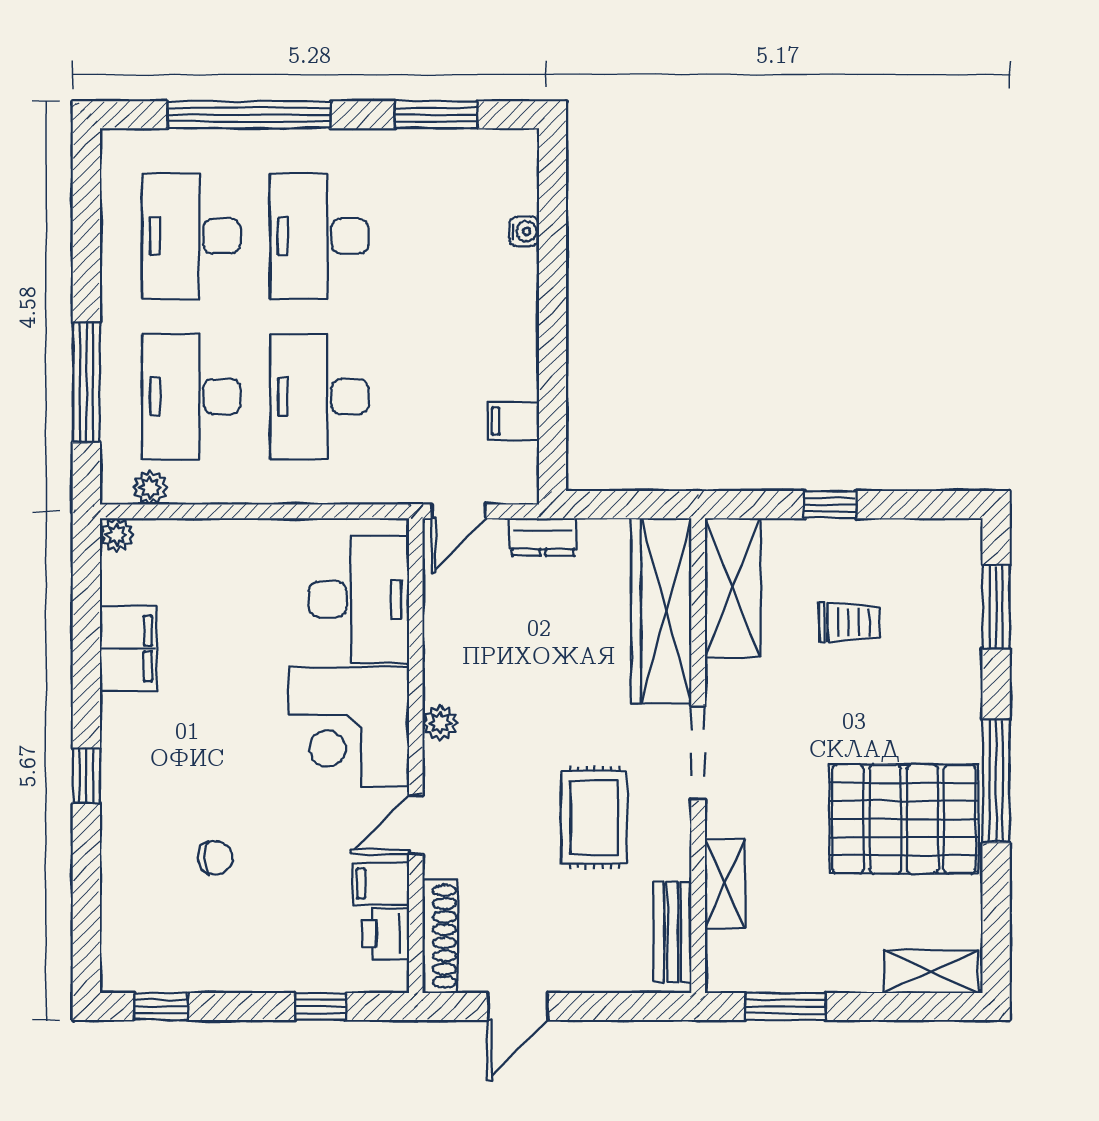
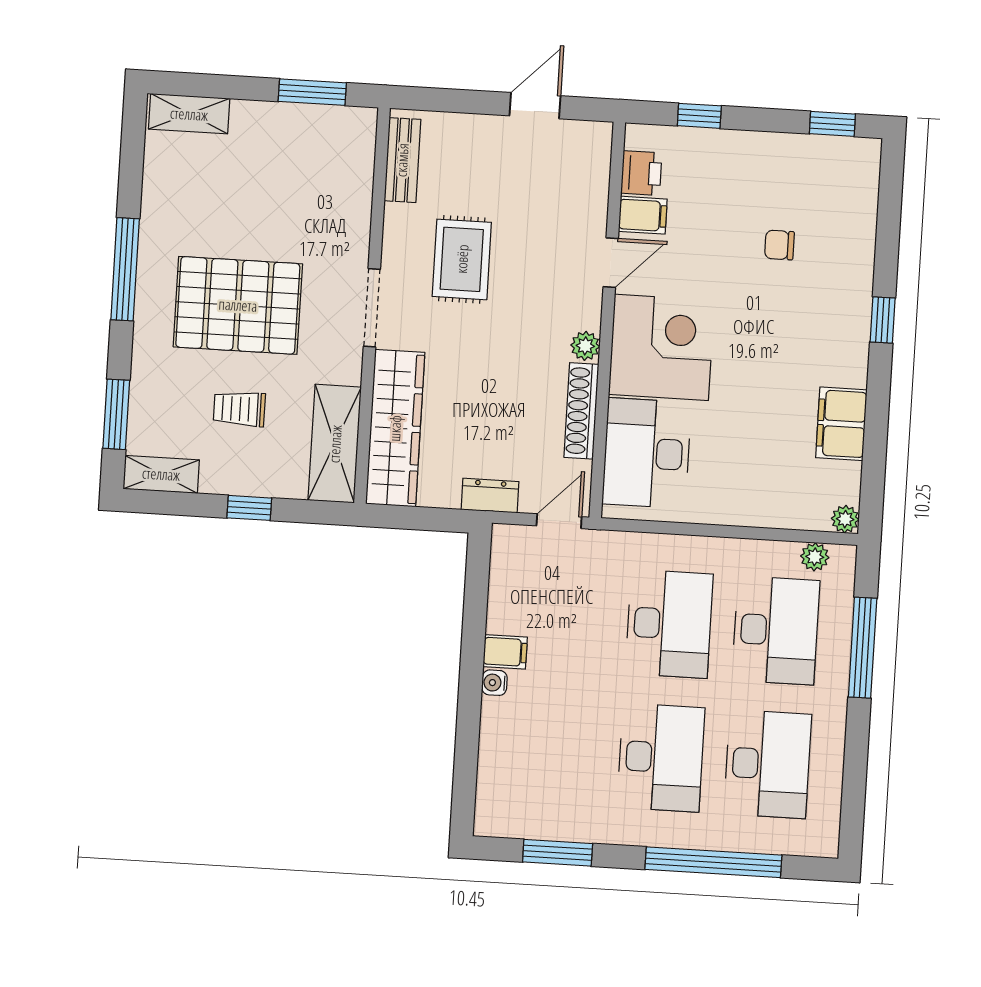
water cooler: (524, 231) -> (494, 683), moved
filing cabinet: (513, 421) -> (505, 652), moved
pallet: (904, 819) -> (238, 305), moved
shelving: (725, 884) -> (161, 474), moved, turned 90
shoe rack: (440, 936) -> (581, 411), moved

